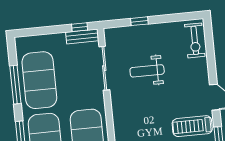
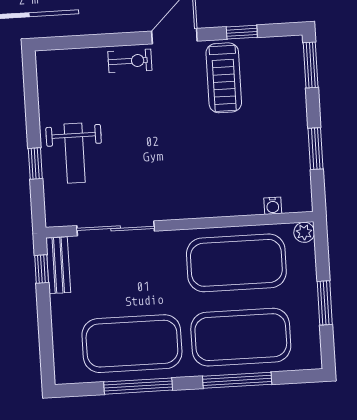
exercise bike: (195, 40) -> (130, 61), moved, width x0.73, depth x0.72
weight bench: (147, 71) -> (75, 153), moved

